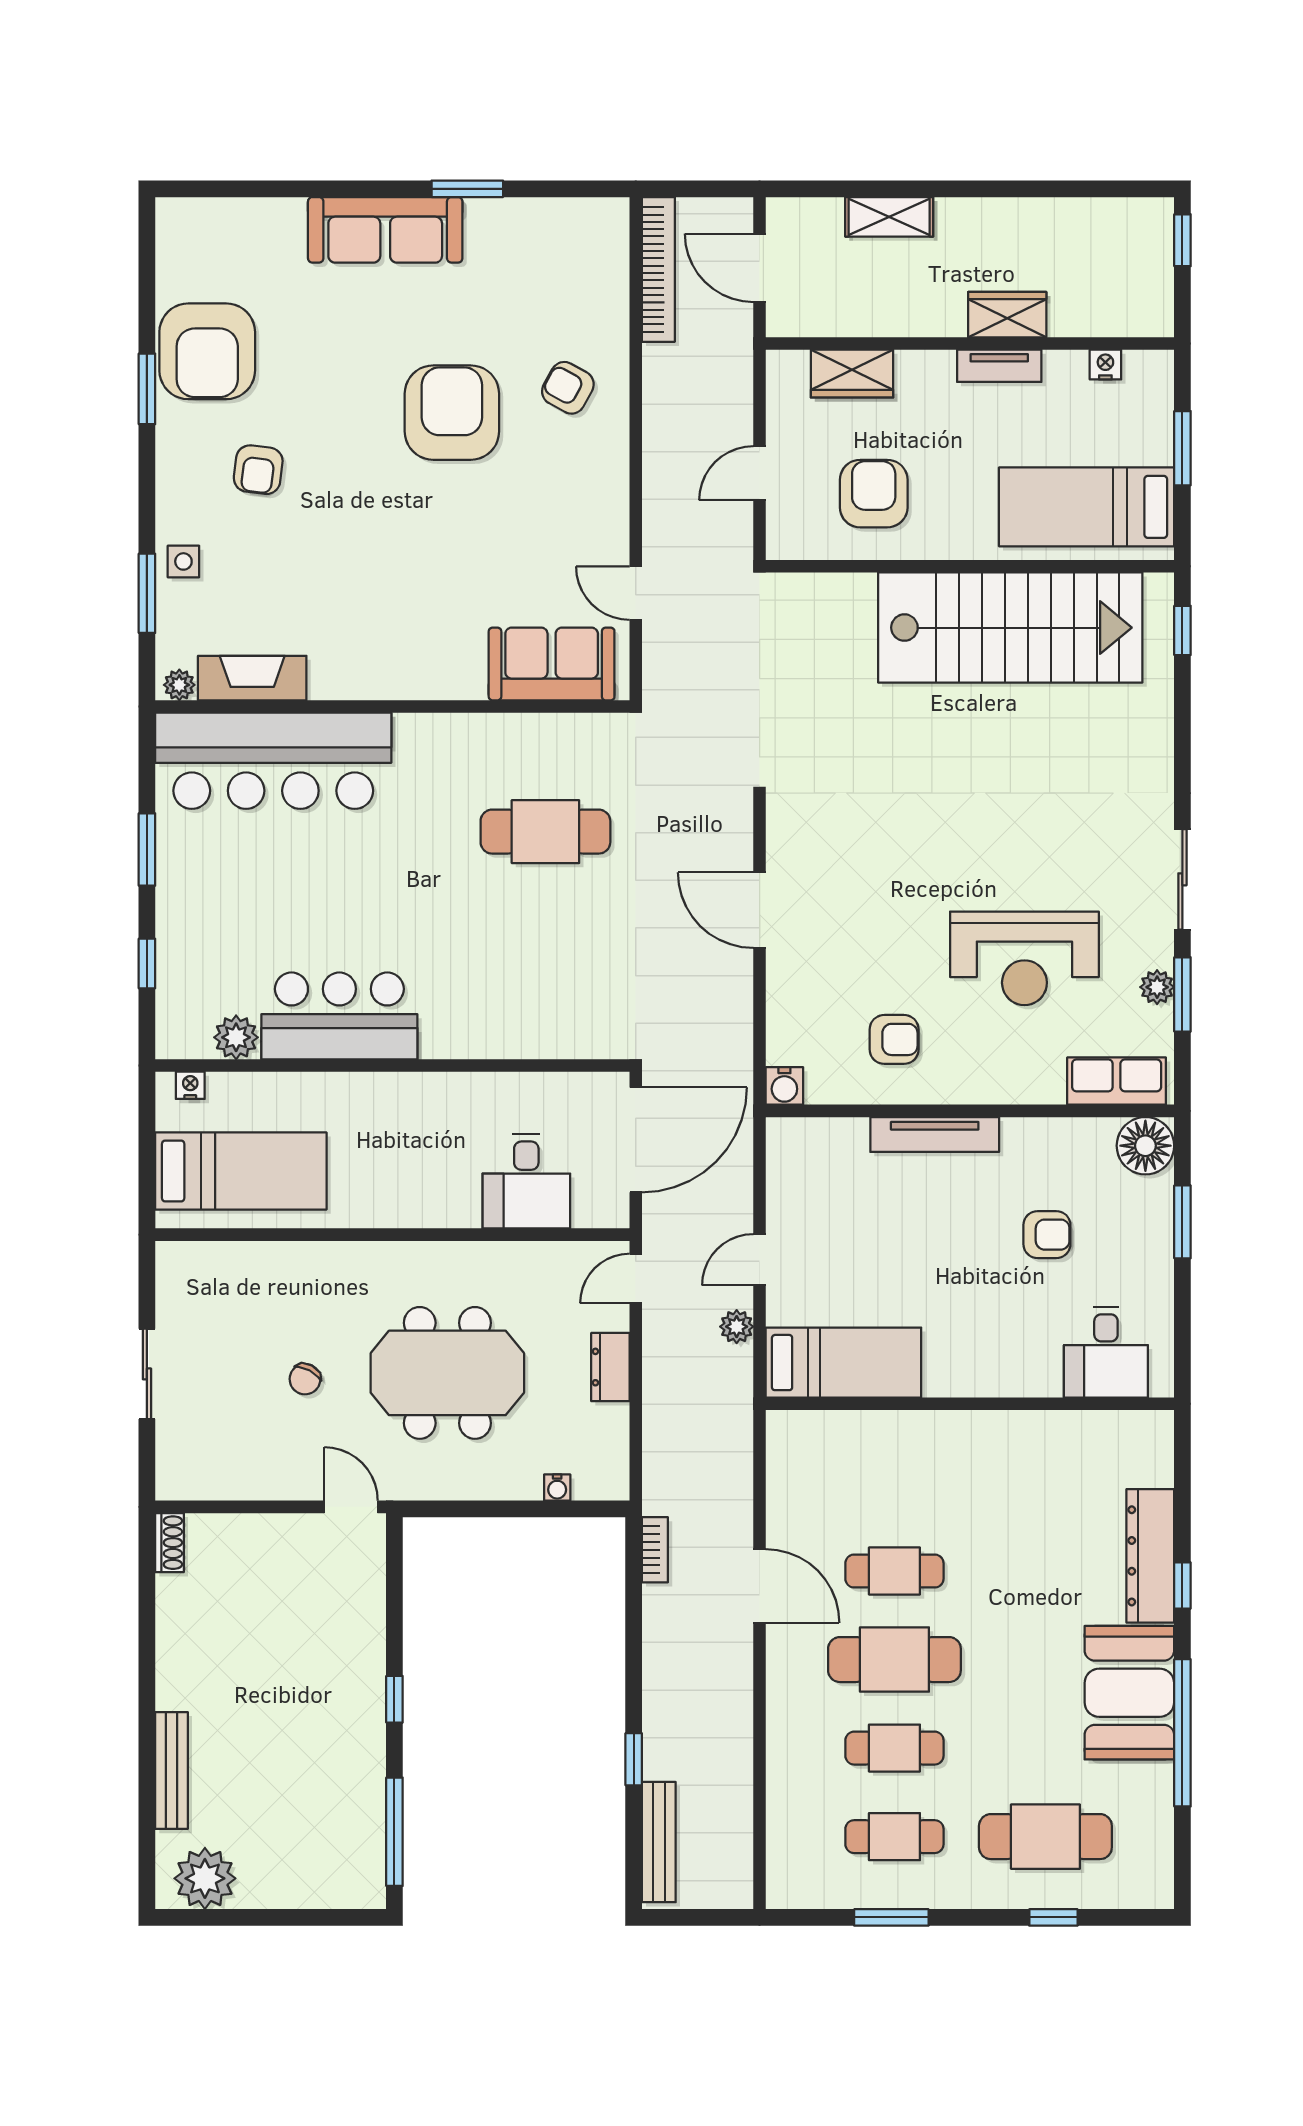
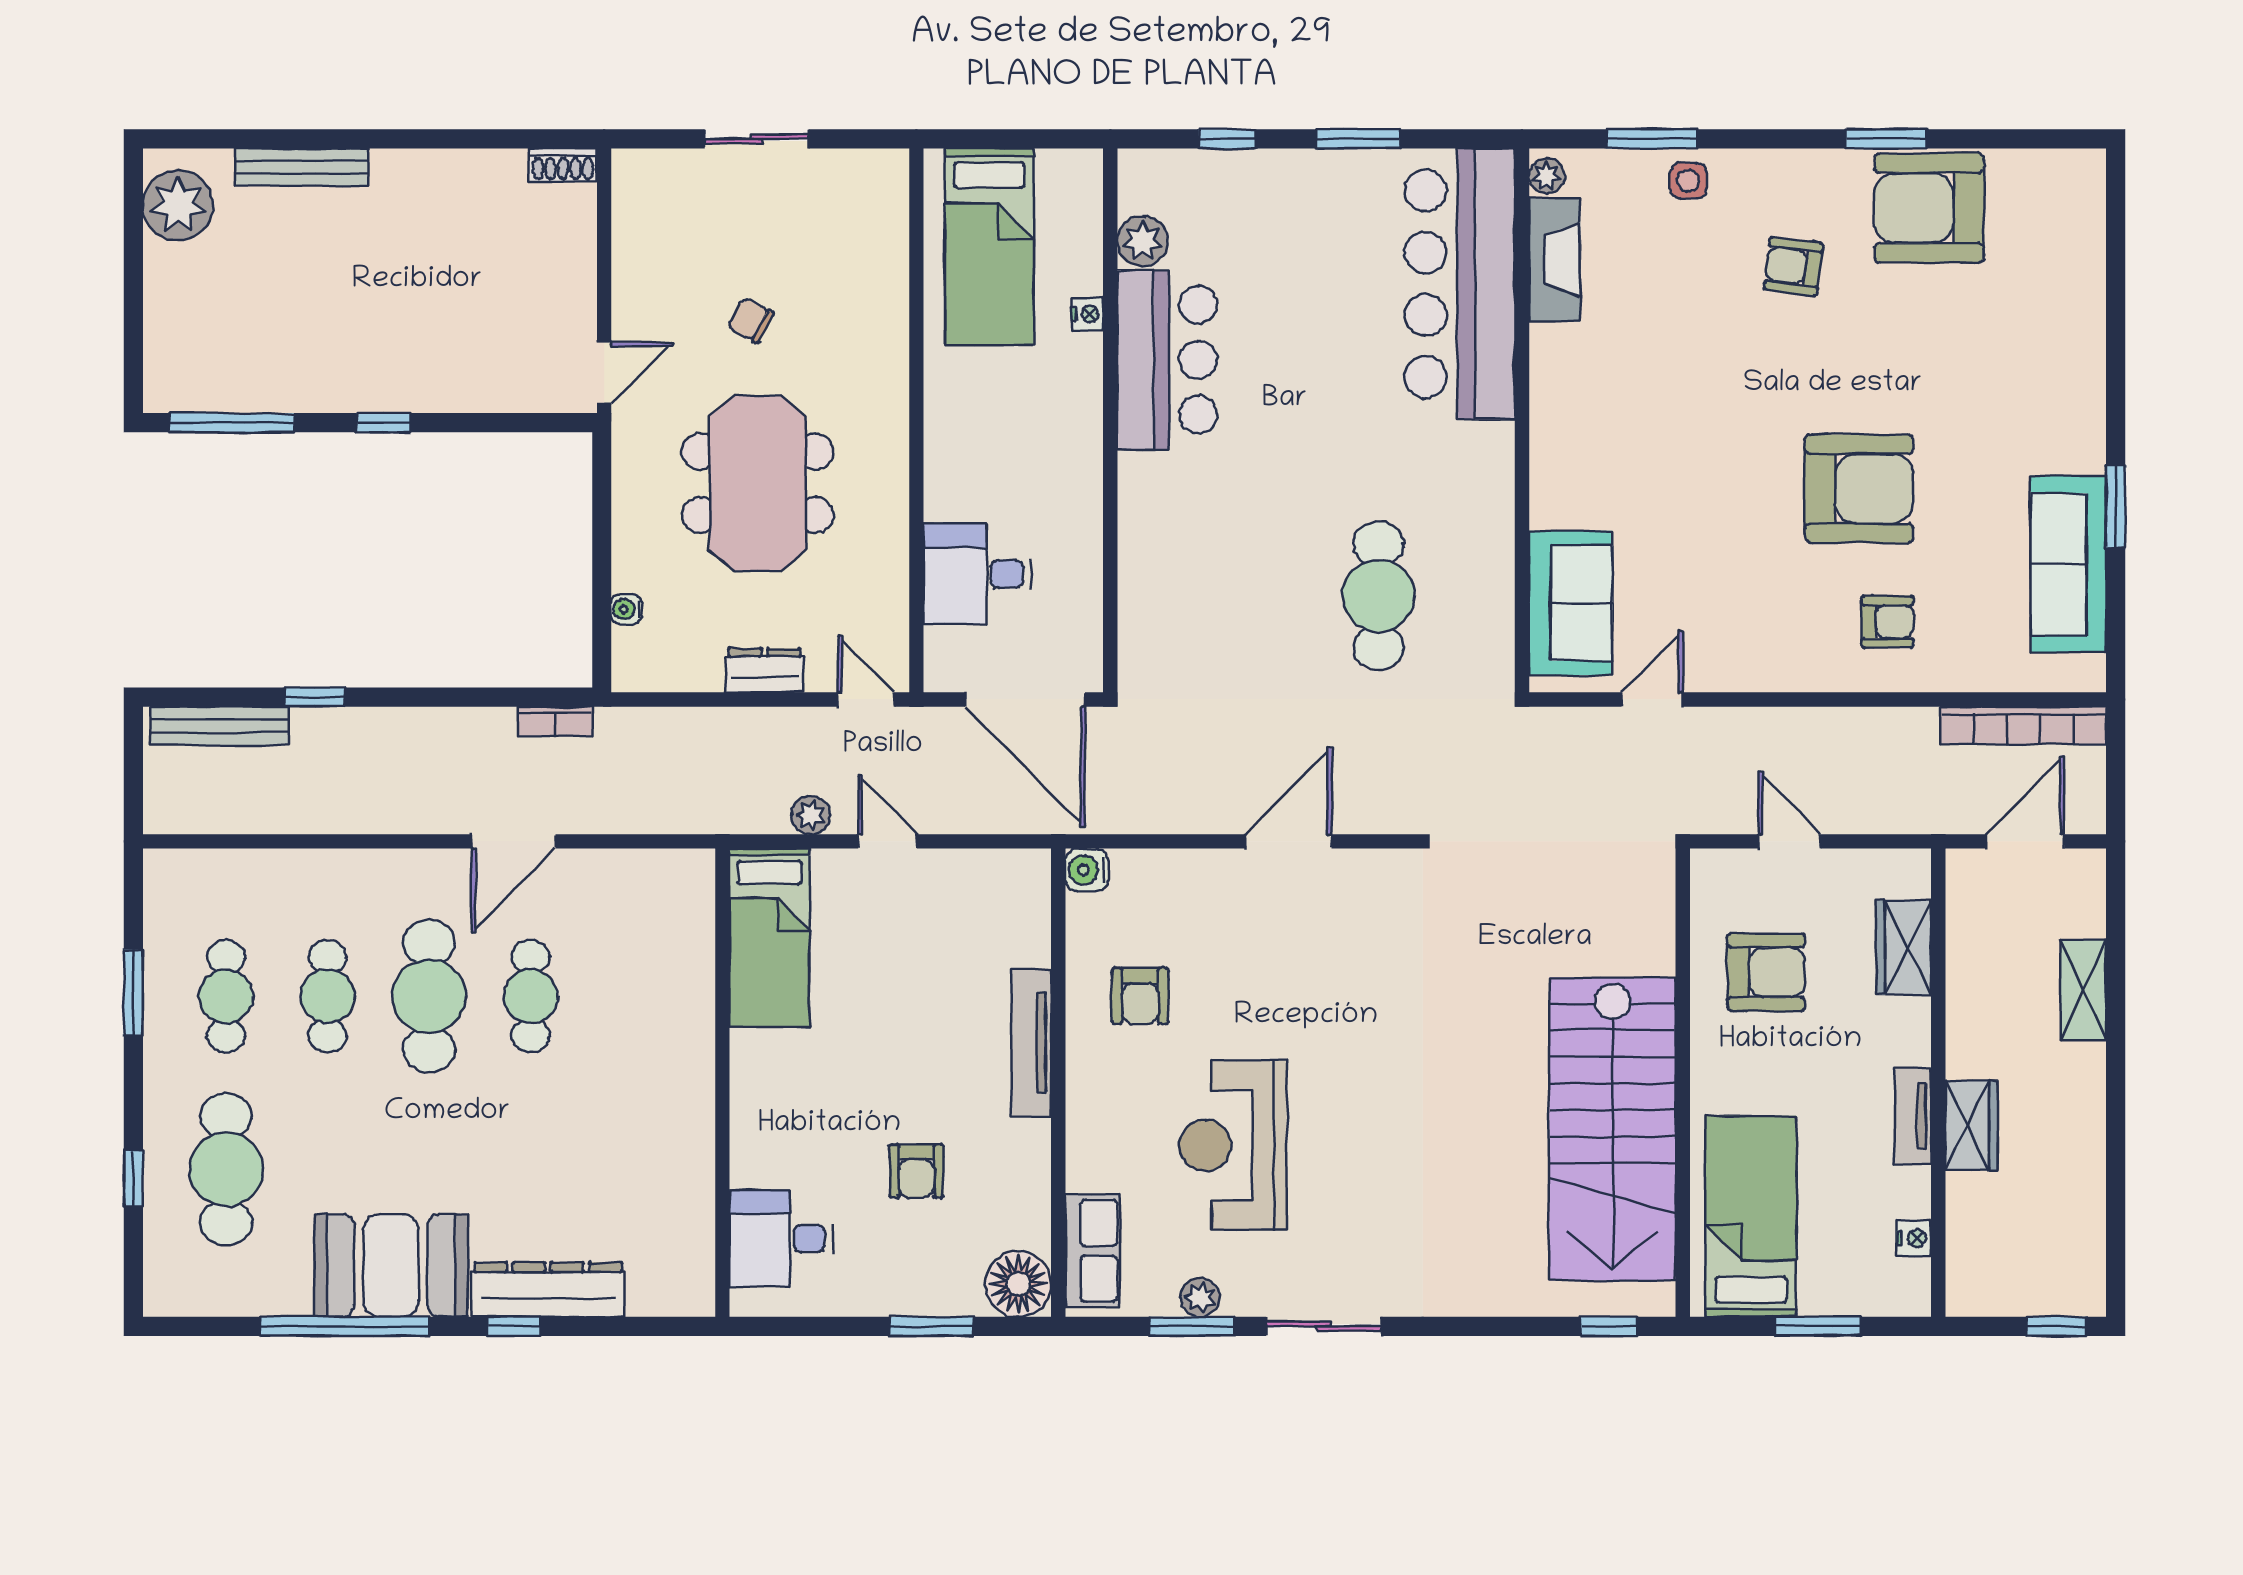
sofa: (385, 230) -> (2069, 564), moved
armchair: (568, 388) -> (1887, 622), turned 61
nightstand: (190, 1085) -> (1088, 314), moved

